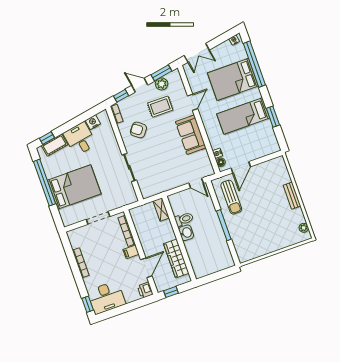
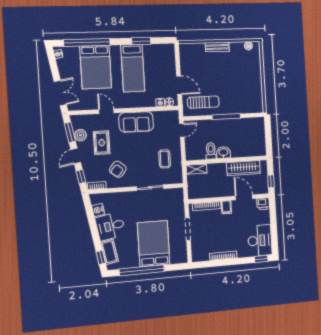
coffee table: (162, 174) -> (165, 159), added

